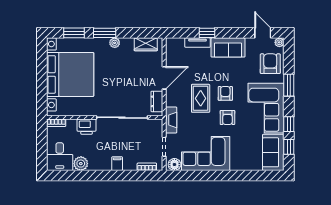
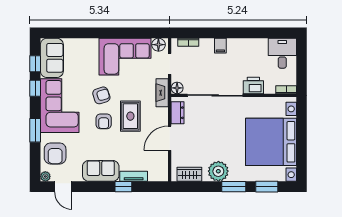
plant: (115, 43) -> (218, 171), width x1.87, depth x1.87
armchair: (227, 117) -> (101, 95), turned 72
floor lamp: (157, 124) -> (177, 88), added
plant: (81, 164) -> (260, 46), removed

